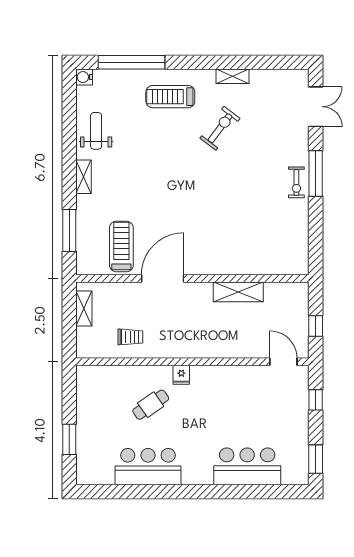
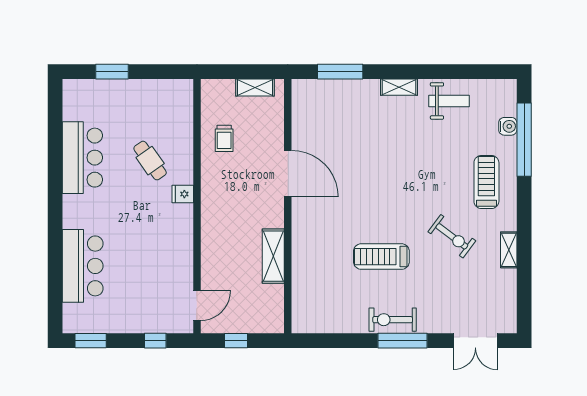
water cooler: (84, 77) -> (508, 126), moved, turned 90
exercise bike: (296, 182) -> (393, 320), width x1.38, depth x1.39
treadmill: (121, 247) -> (381, 257), moved, turned 180

